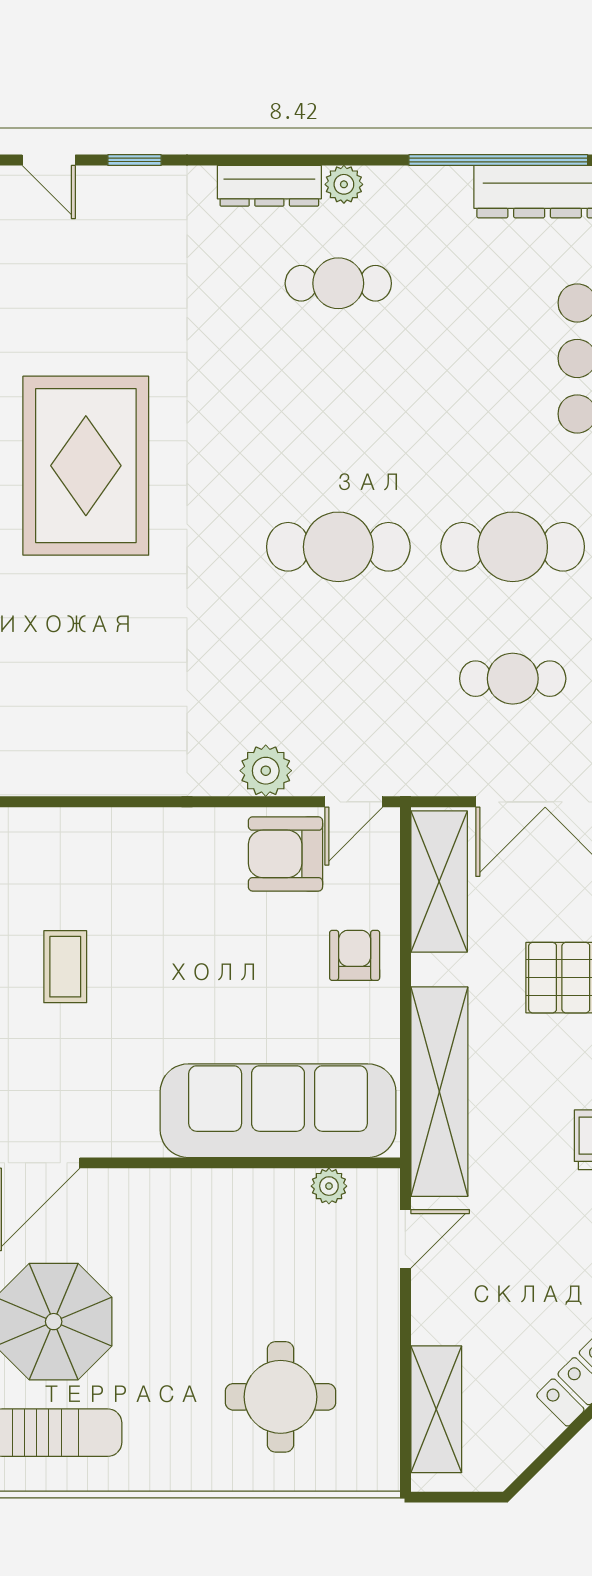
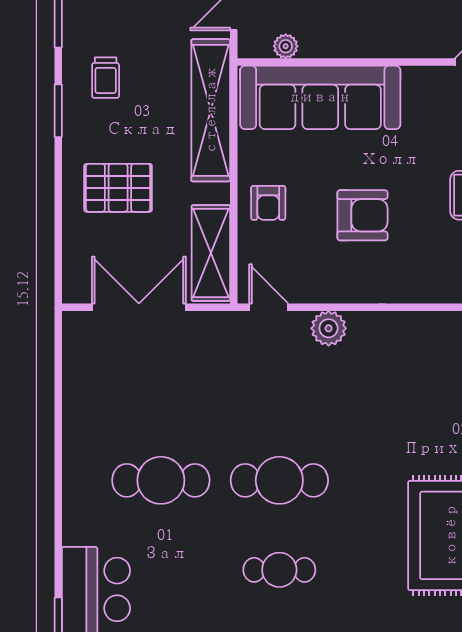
cafe table: (513, 679) -> (279, 570), moved
door: (354, 802) -> (269, 307), hinge flipped
armchair: (285, 854) -> (362, 215), moved

